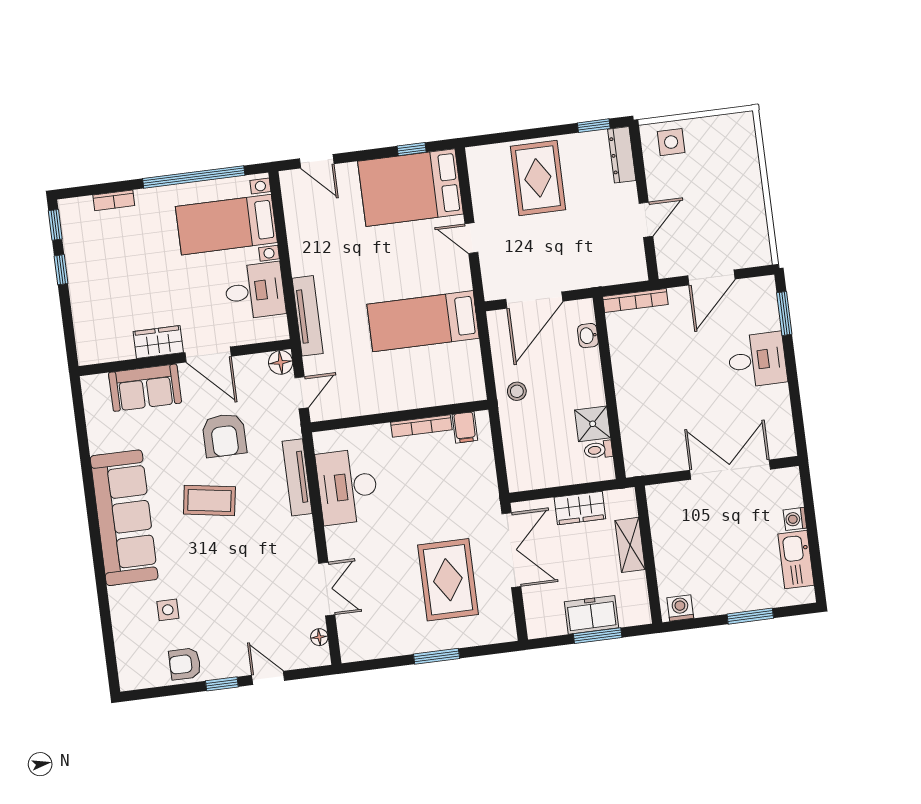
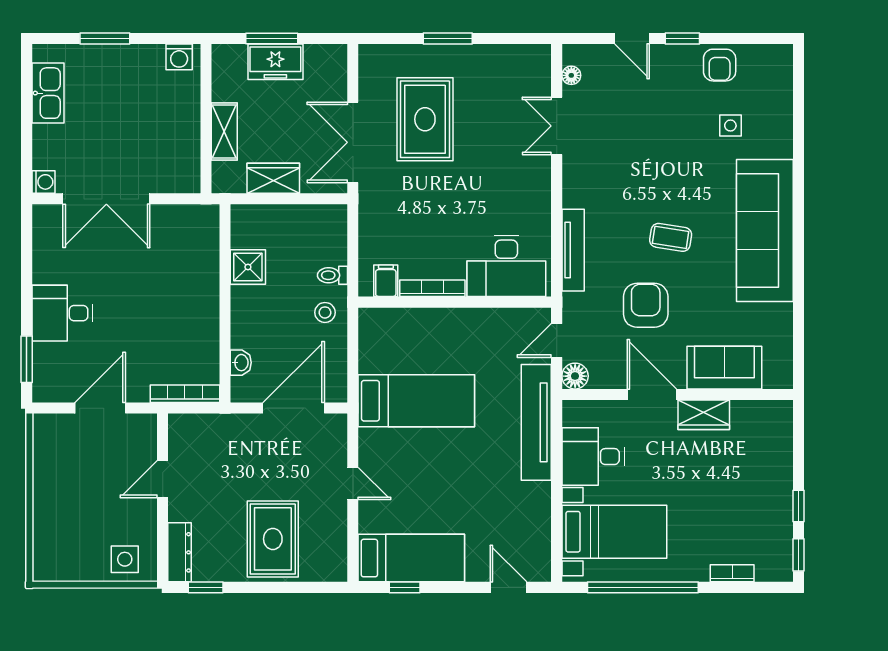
bed: (410, 188) -> (411, 558), width x0.67
tv unit: (308, 316) -> (536, 422), width x1.36, depth x1.29
toilet: (598, 450) -> (332, 275), moved, turned 180
desk: (347, 487) -> (506, 266), moved, turned 90
coffee table: (209, 500) -> (671, 237), width x0.73, depth x0.77
washing machine: (795, 519) -> (43, 182), moved
armchair: (185, 664) -> (720, 65), turned 90

